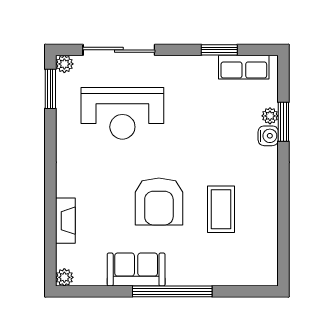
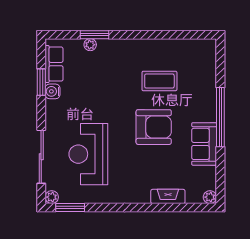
reception desk: (122, 113) -> (88, 154), turned 180
water cooler: (268, 136) -> (53, 91), moved, turned -90

